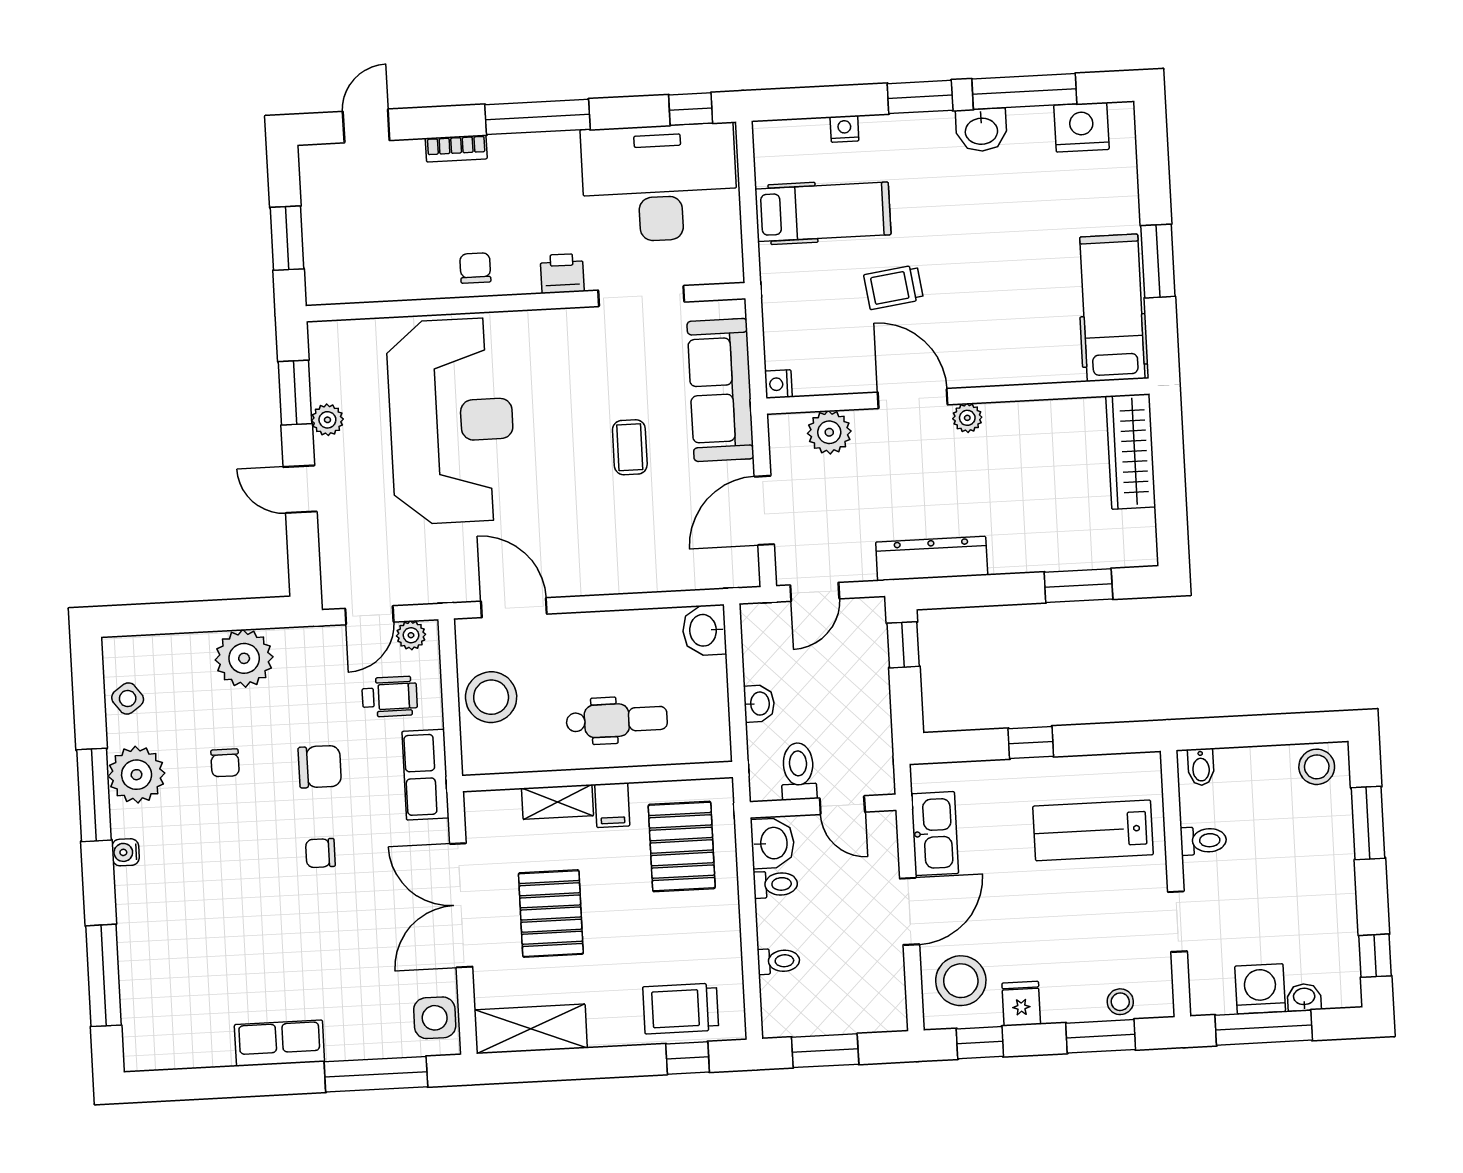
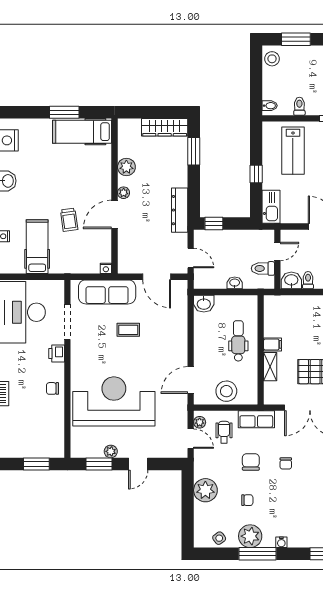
plant: (829, 432) -> (126, 167), moved
wardrobe: (1131, 452) -> (165, 127), moved
kitchen sink: (935, 834) -> (271, 207), moved, turned 90
pallet: (682, 847) -> (291, 317), removed

